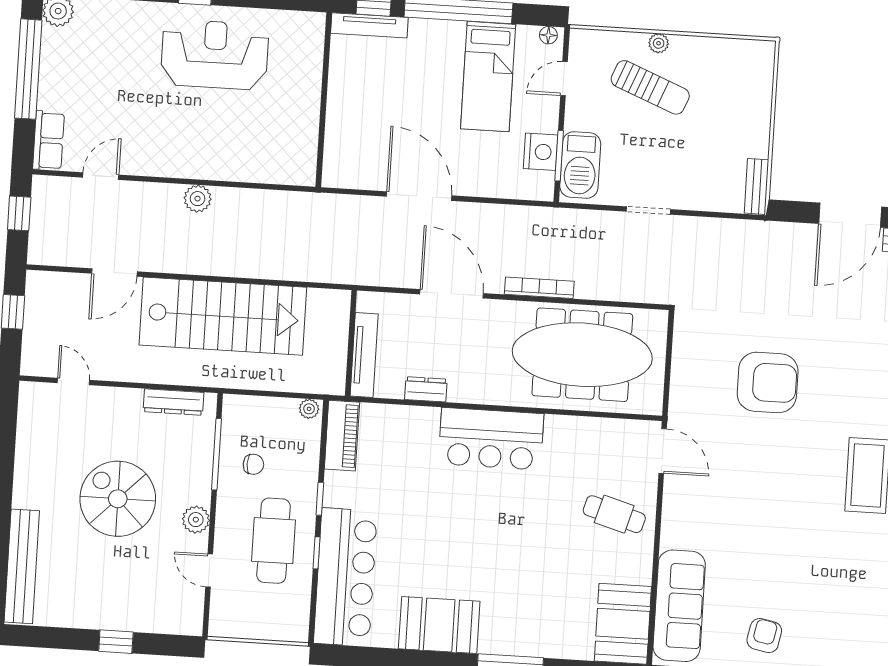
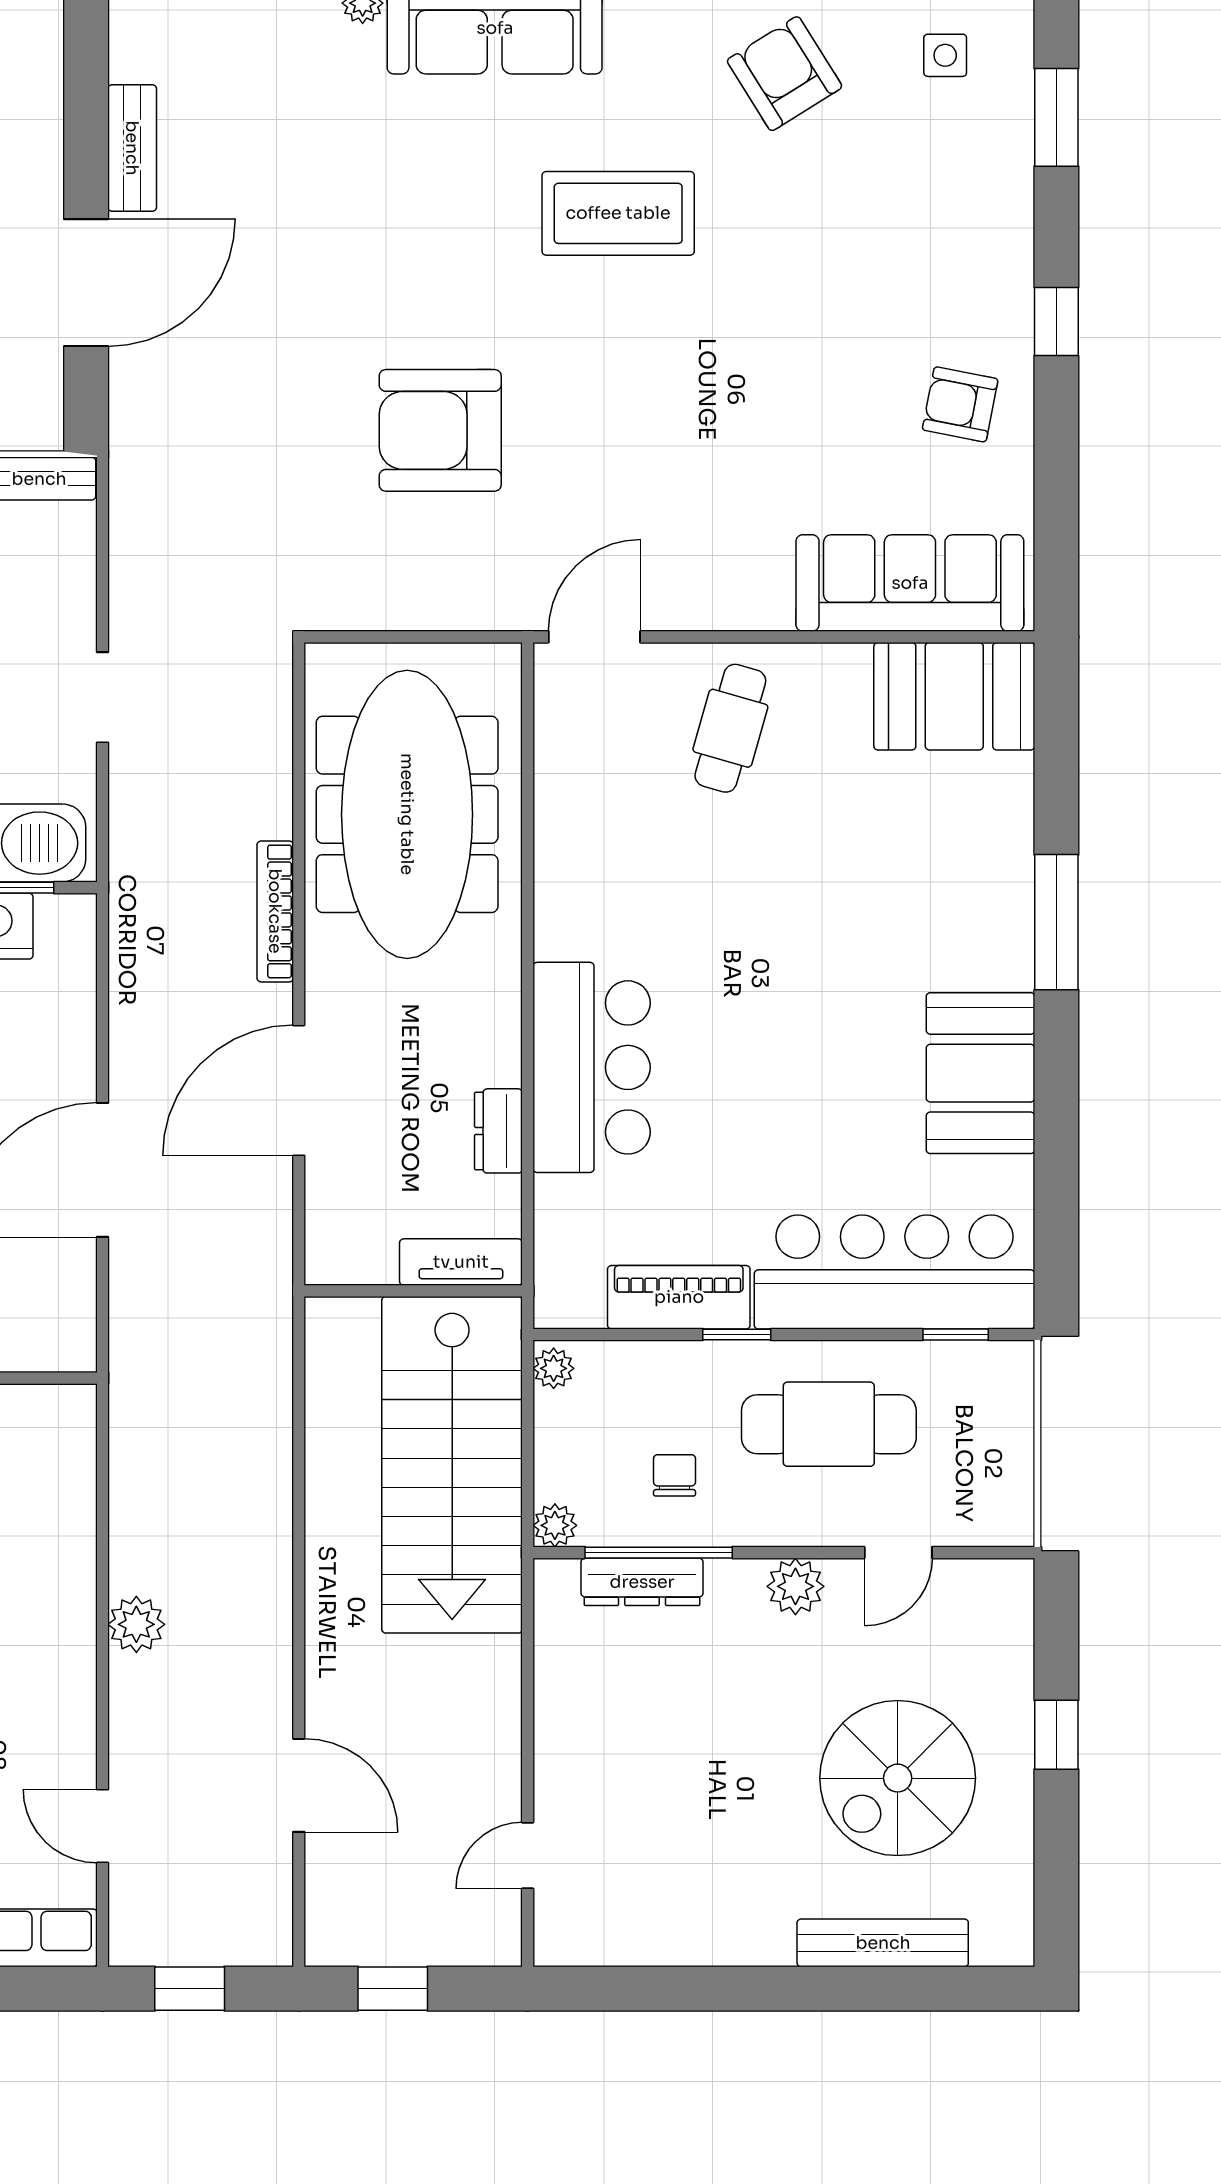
door: (850, 215) -> (86, 283), hinge flipped
stairs: (223, 316) -> (452, 1465), moved, turned 180
tv unit: (364, 355) -> (461, 1262), width x0.71
armchair: (768, 382) -> (440, 430), turned -90
dresser: (173, 402) -> (642, 1582), moved, turned 90
plant: (233, 405) -> (555, 1525), added
piano: (342, 436) -> (679, 1297), moved
bar counter: (491, 439) -> (592, 1067), moved
spiral stairs: (118, 499) -> (898, 1778), moved
window: (316, 553) -> (956, 1335), moved
bench: (22, 566) -> (883, 1943), width x0.73, depth x0.82

